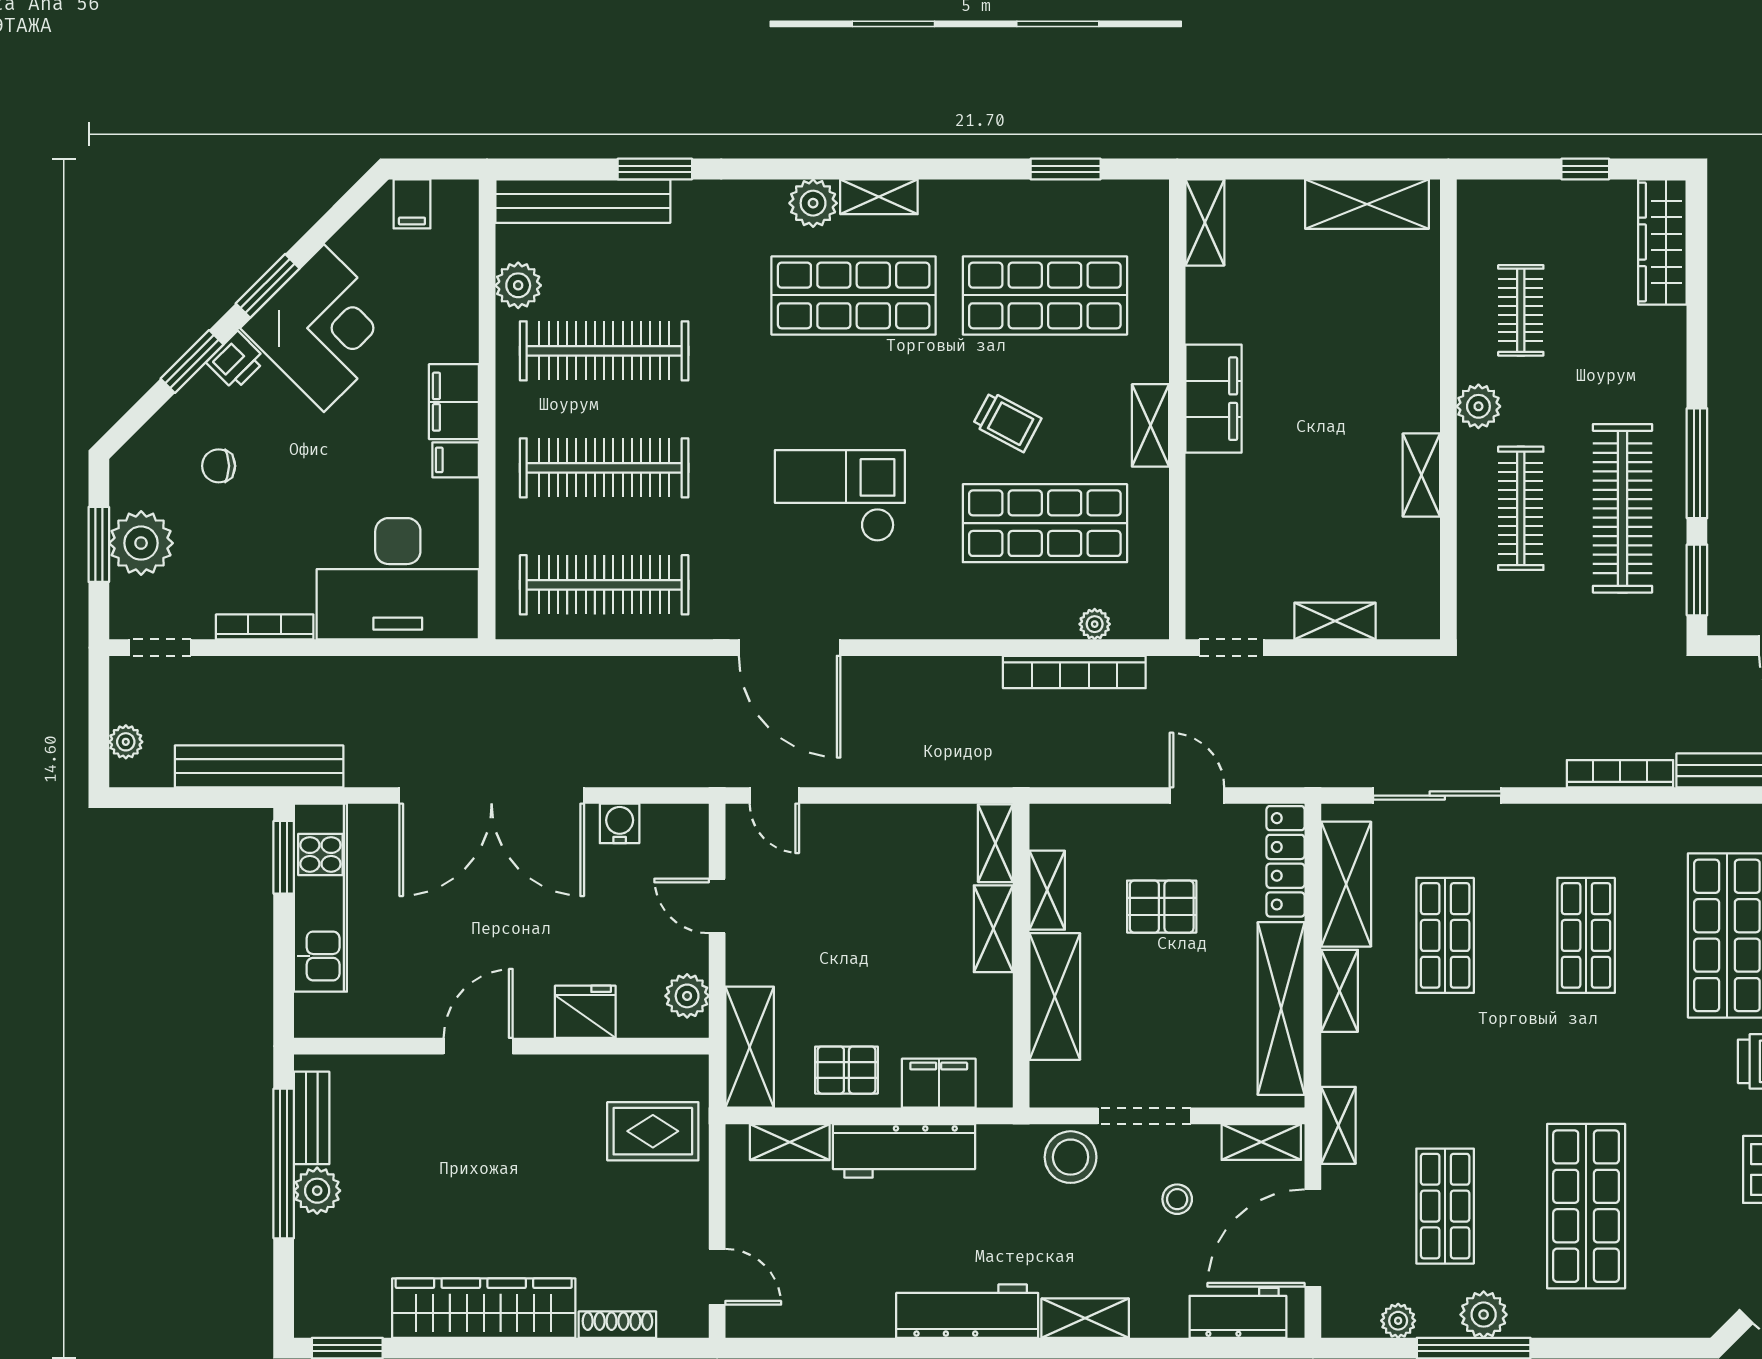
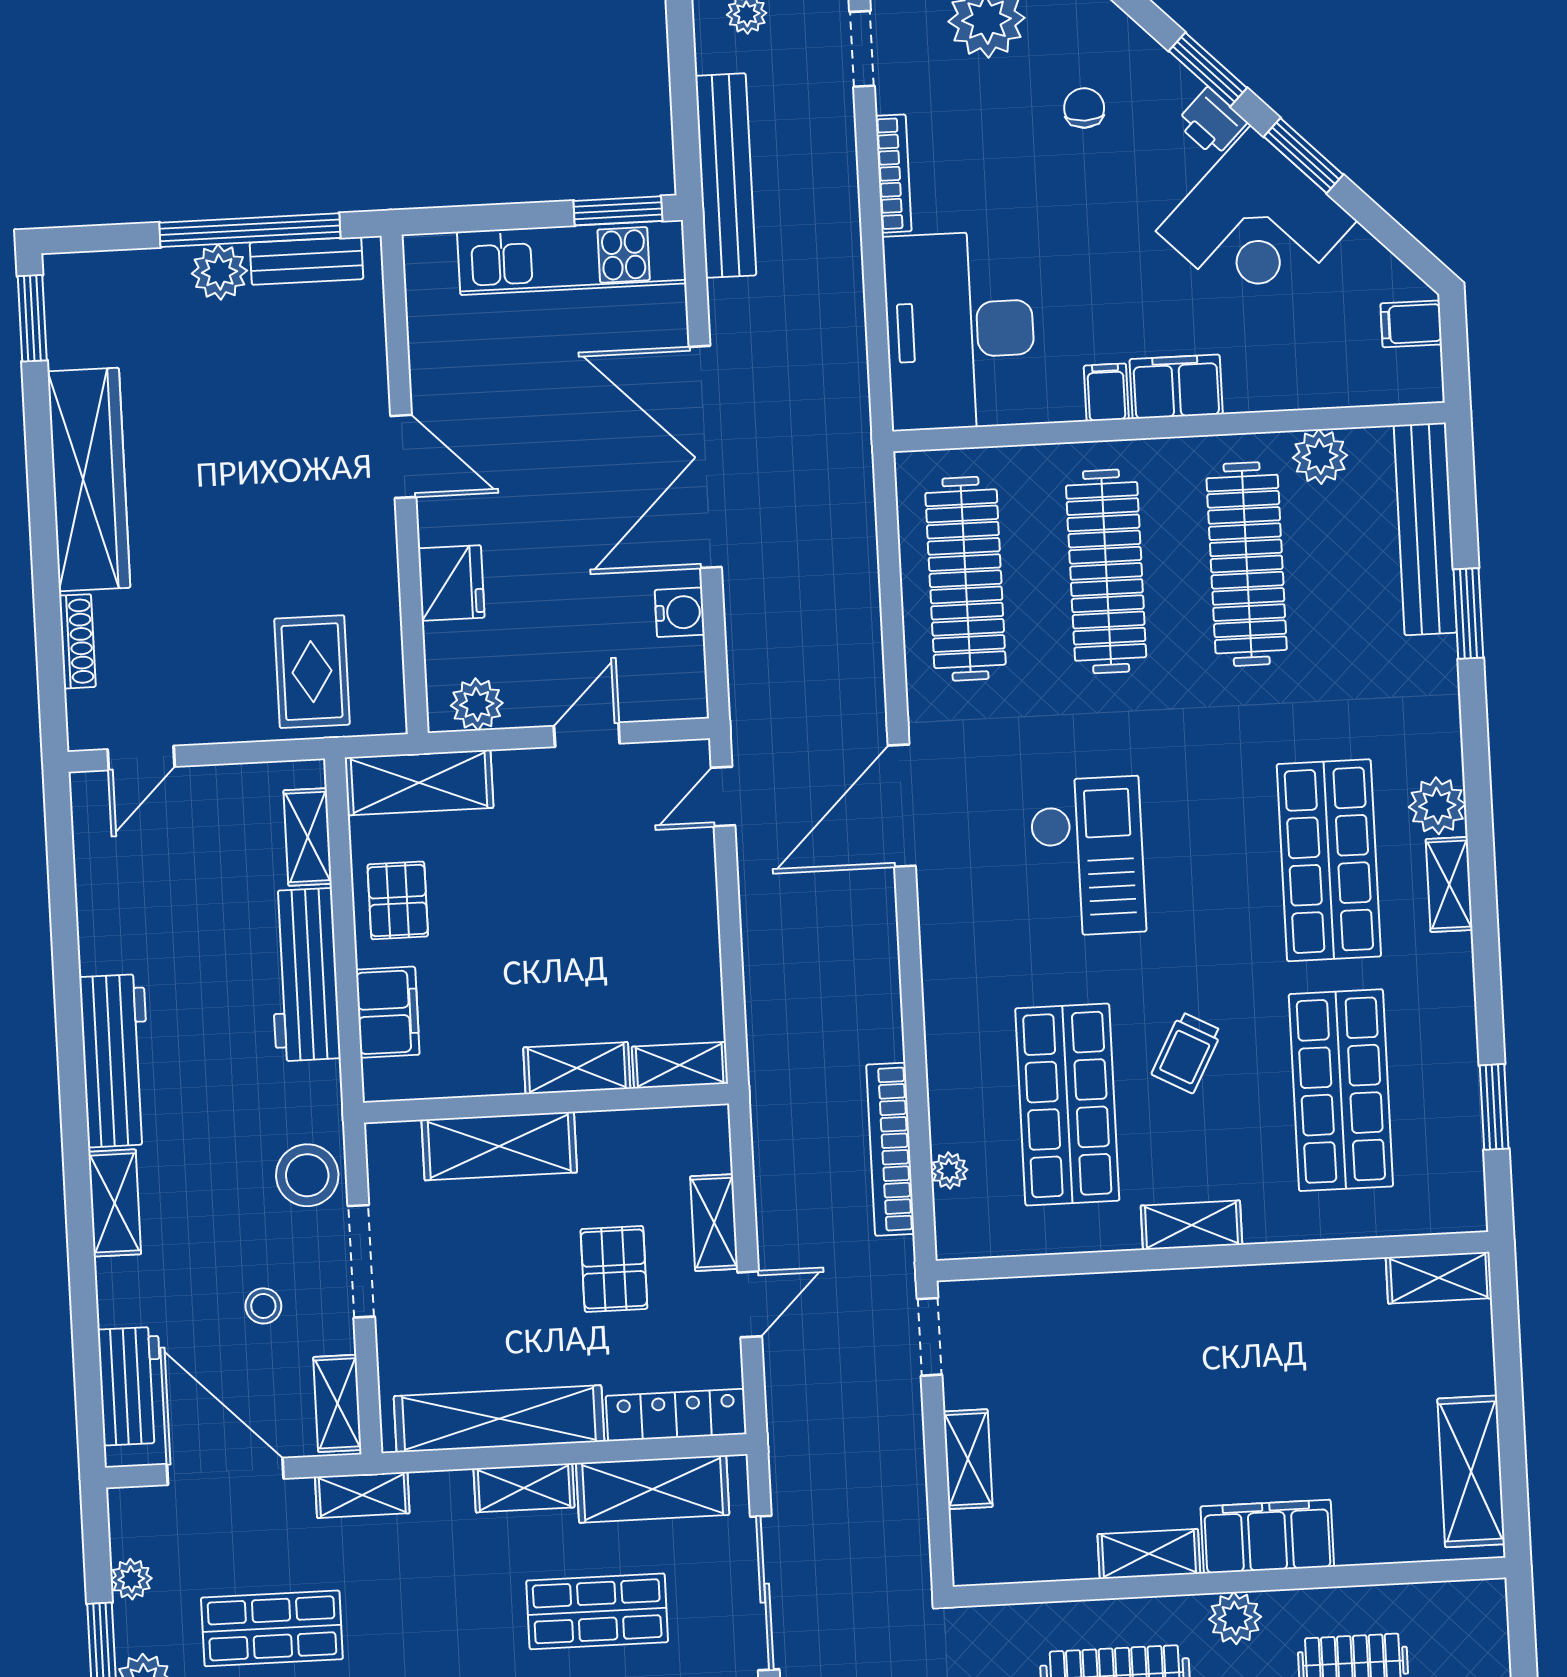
filing cabinet: (1214, 399) -> (1267, 1537), moved, turned 180
shelving: (1047, 890) -> (714, 1223), moved, turned 90

